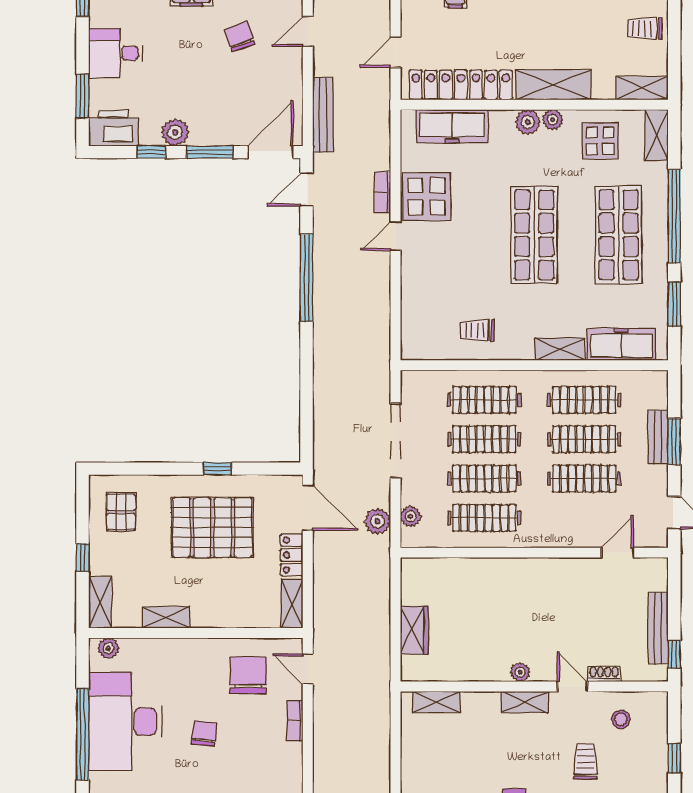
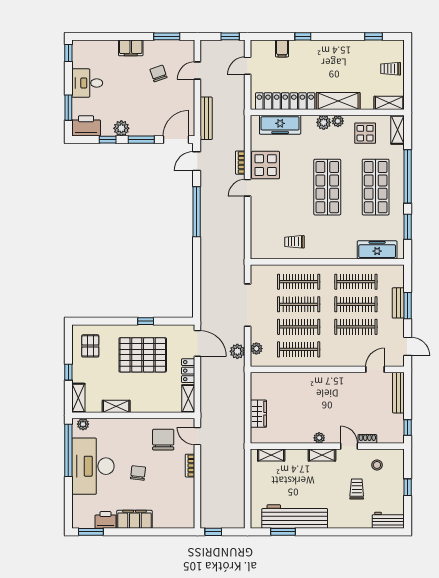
door: (395, 52) -> (248, 66), moved
shelving: (560, 349) -> (342, 253), removed
bench: (658, 628) -> (398, 393), moved
window: (83, 734) -> (68, 450), moved

